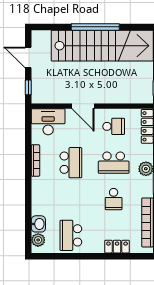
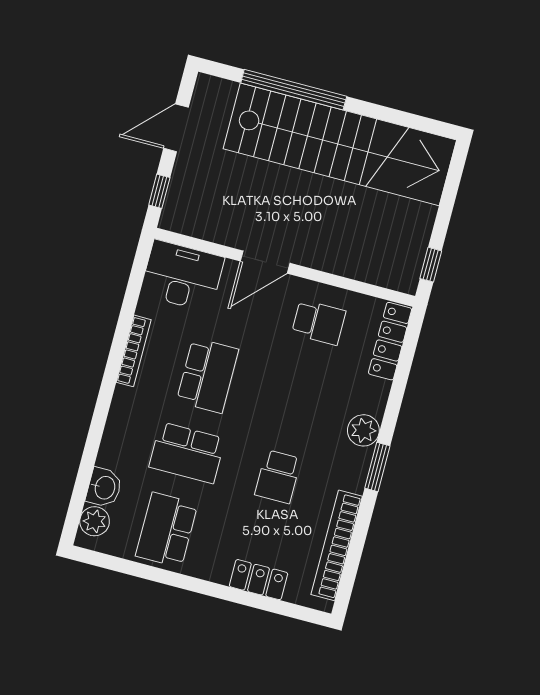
window: (95, 27) -> (294, 90), moved
door: (28, 57) -> (176, 128), hinge flipped
door: (83, 106) -> (265, 262), hinge flipped
school desk: (114, 163) -> (187, 453), moved

